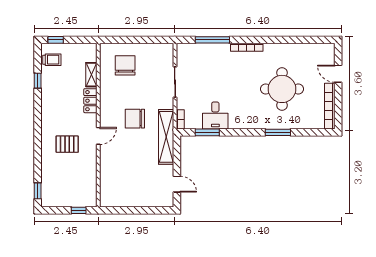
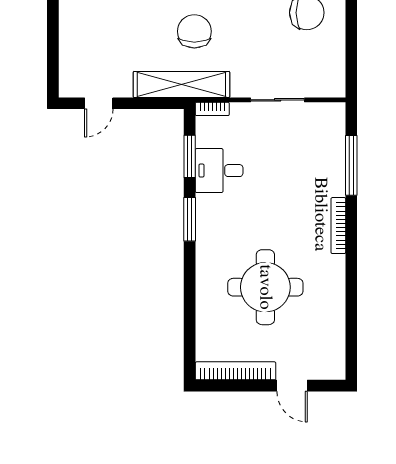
door: (338, 74) -> (292, 386), swing flipped
chair: (135, 119) -> (194, 31), moved
window: (278, 132) -> (190, 219), moved

